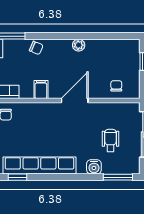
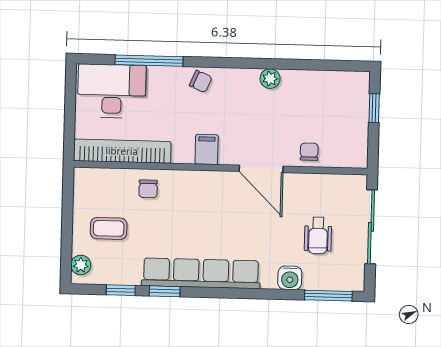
chair: (116, 86) -> (309, 152), moved
door: (75, 101) -> (261, 169), swing flipped
wheelchair: (110, 140) -> (318, 236), turned 180

